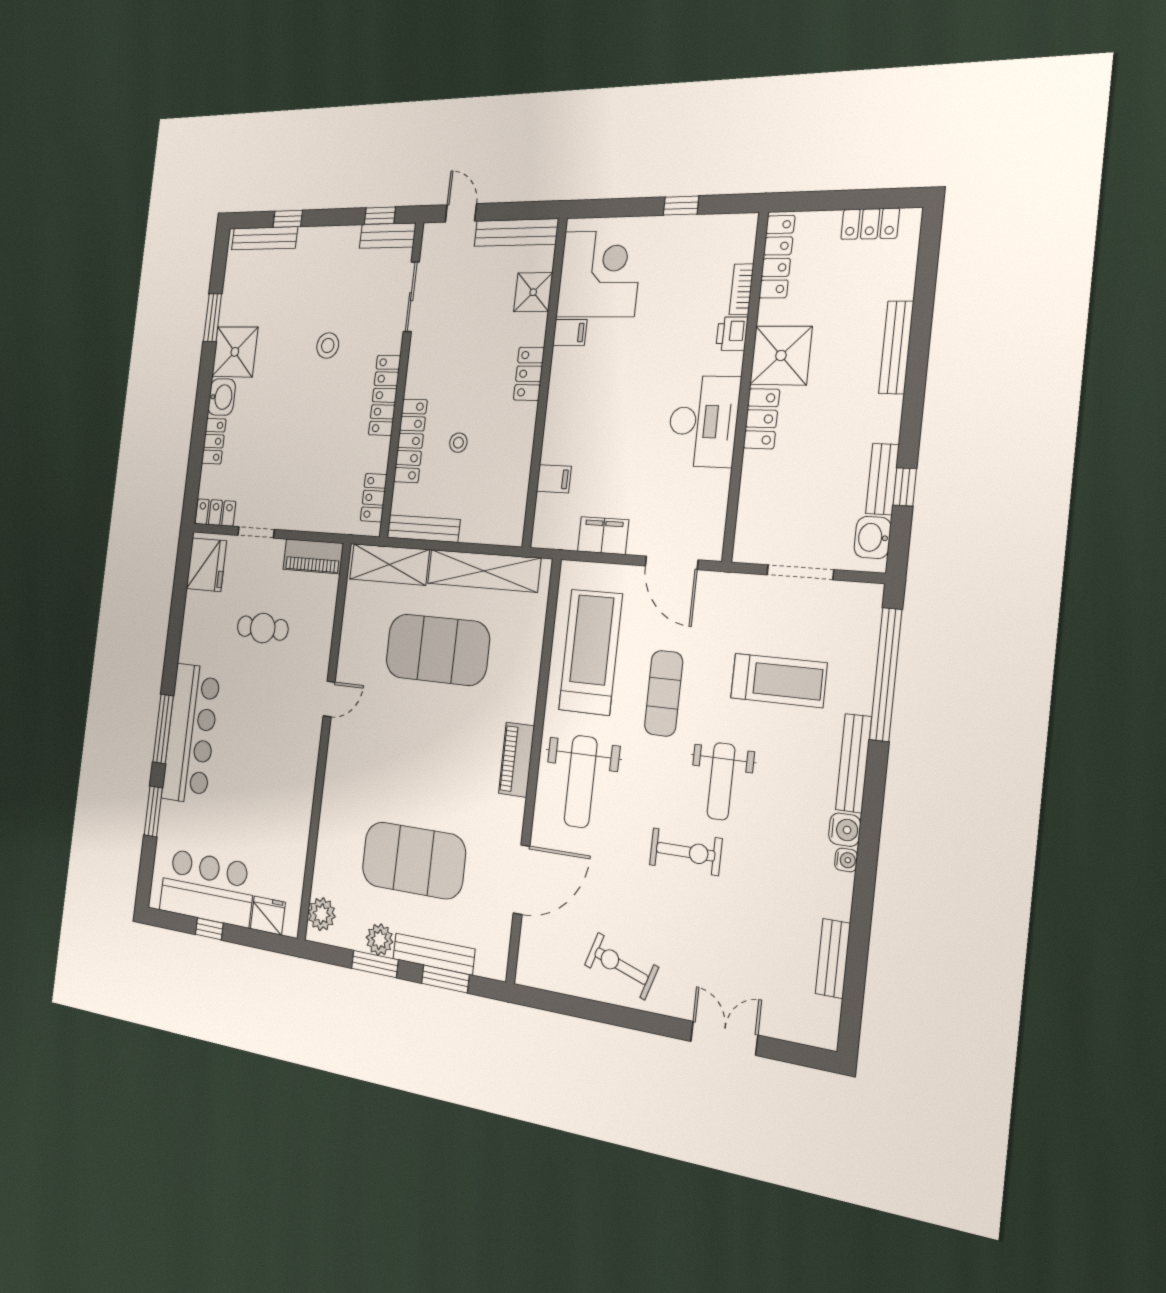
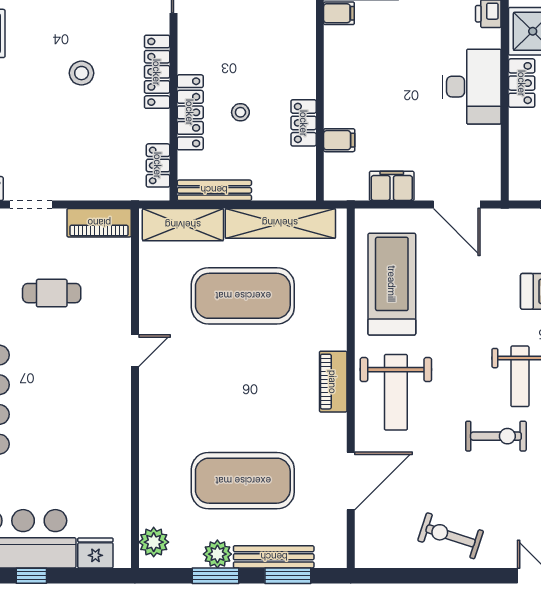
stool: (328, 346) -> (82, 73), moved
locker: (529, 374) -> (304, 123), moved
exercise mat: (664, 693) -> (462, 312), removed

